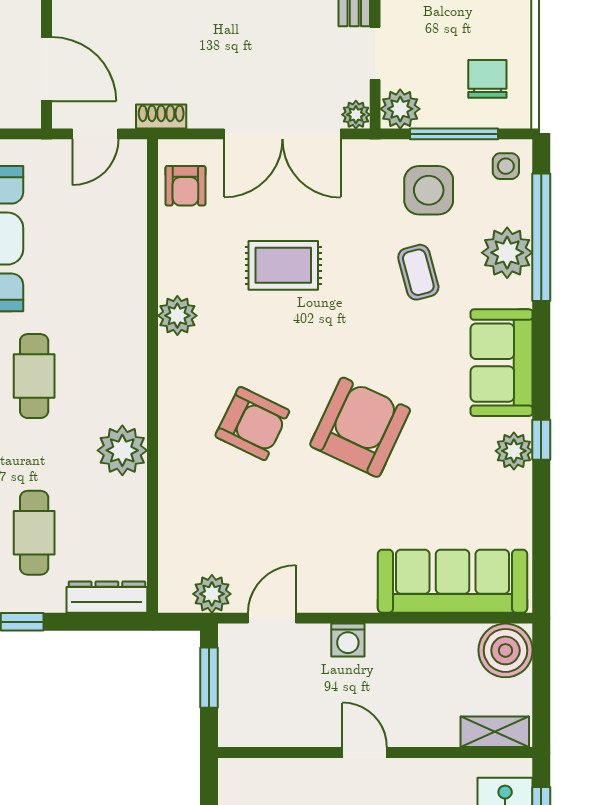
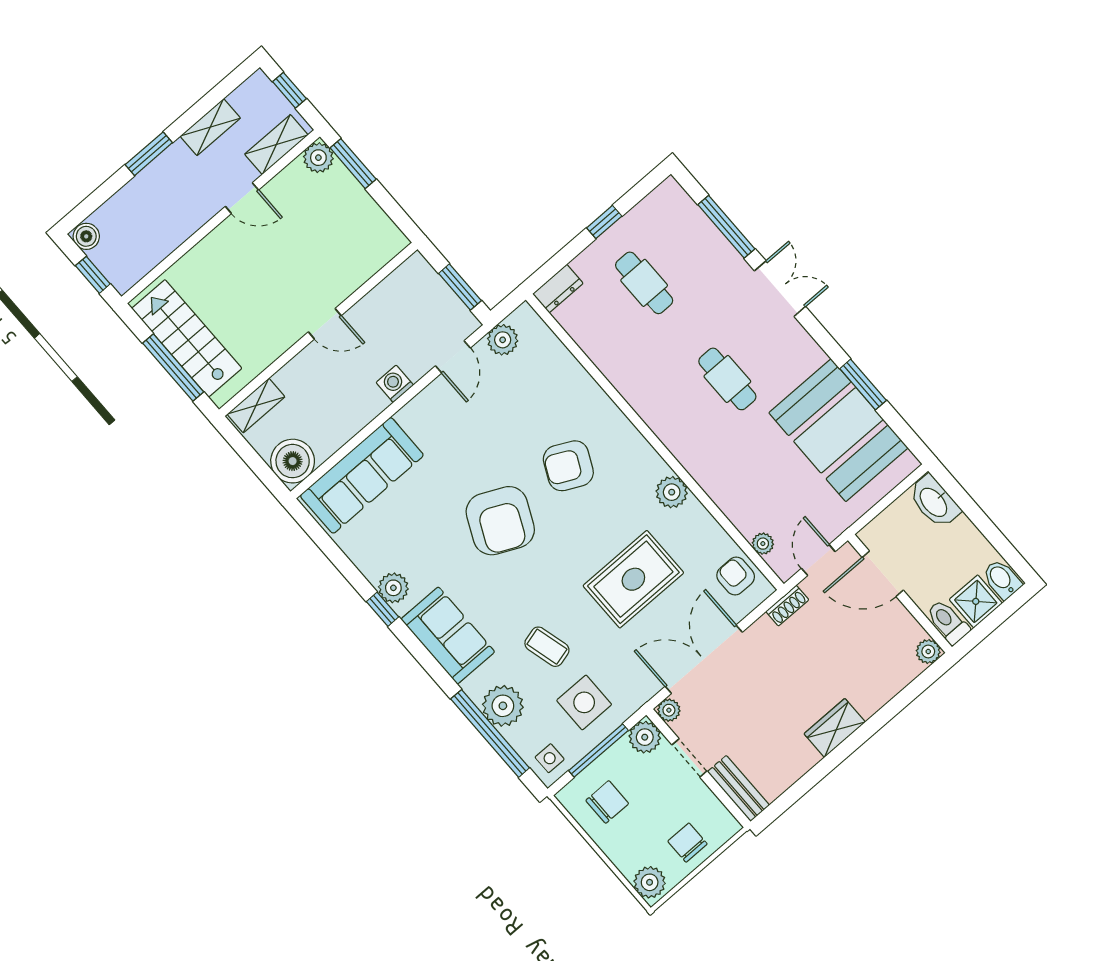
chair: (487, 79) -> (607, 802), turned -90
rug: (283, 265) -> (633, 579), width x1.36, depth x1.43
plant: (122, 450) -> (763, 544), moved, width x0.53, depth x0.53
dresser: (107, 597) -> (558, 289), width x0.70

